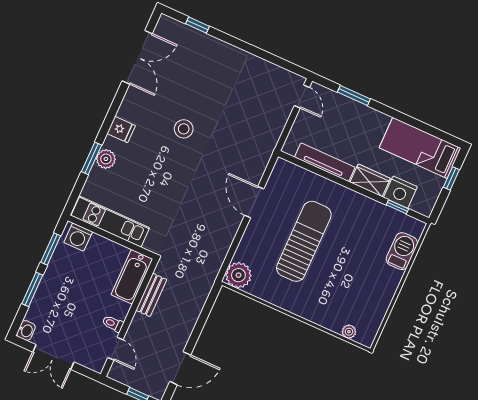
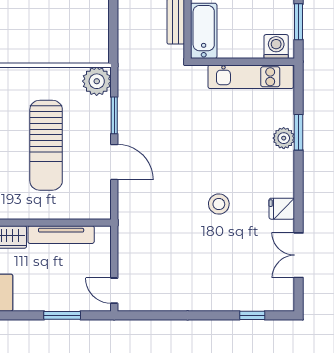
double door: (137, 57) -> (299, 255), width x0.73
fridge: (121, 129) -> (282, 209), moved
window: (237, 241) -> (114, 115), added

